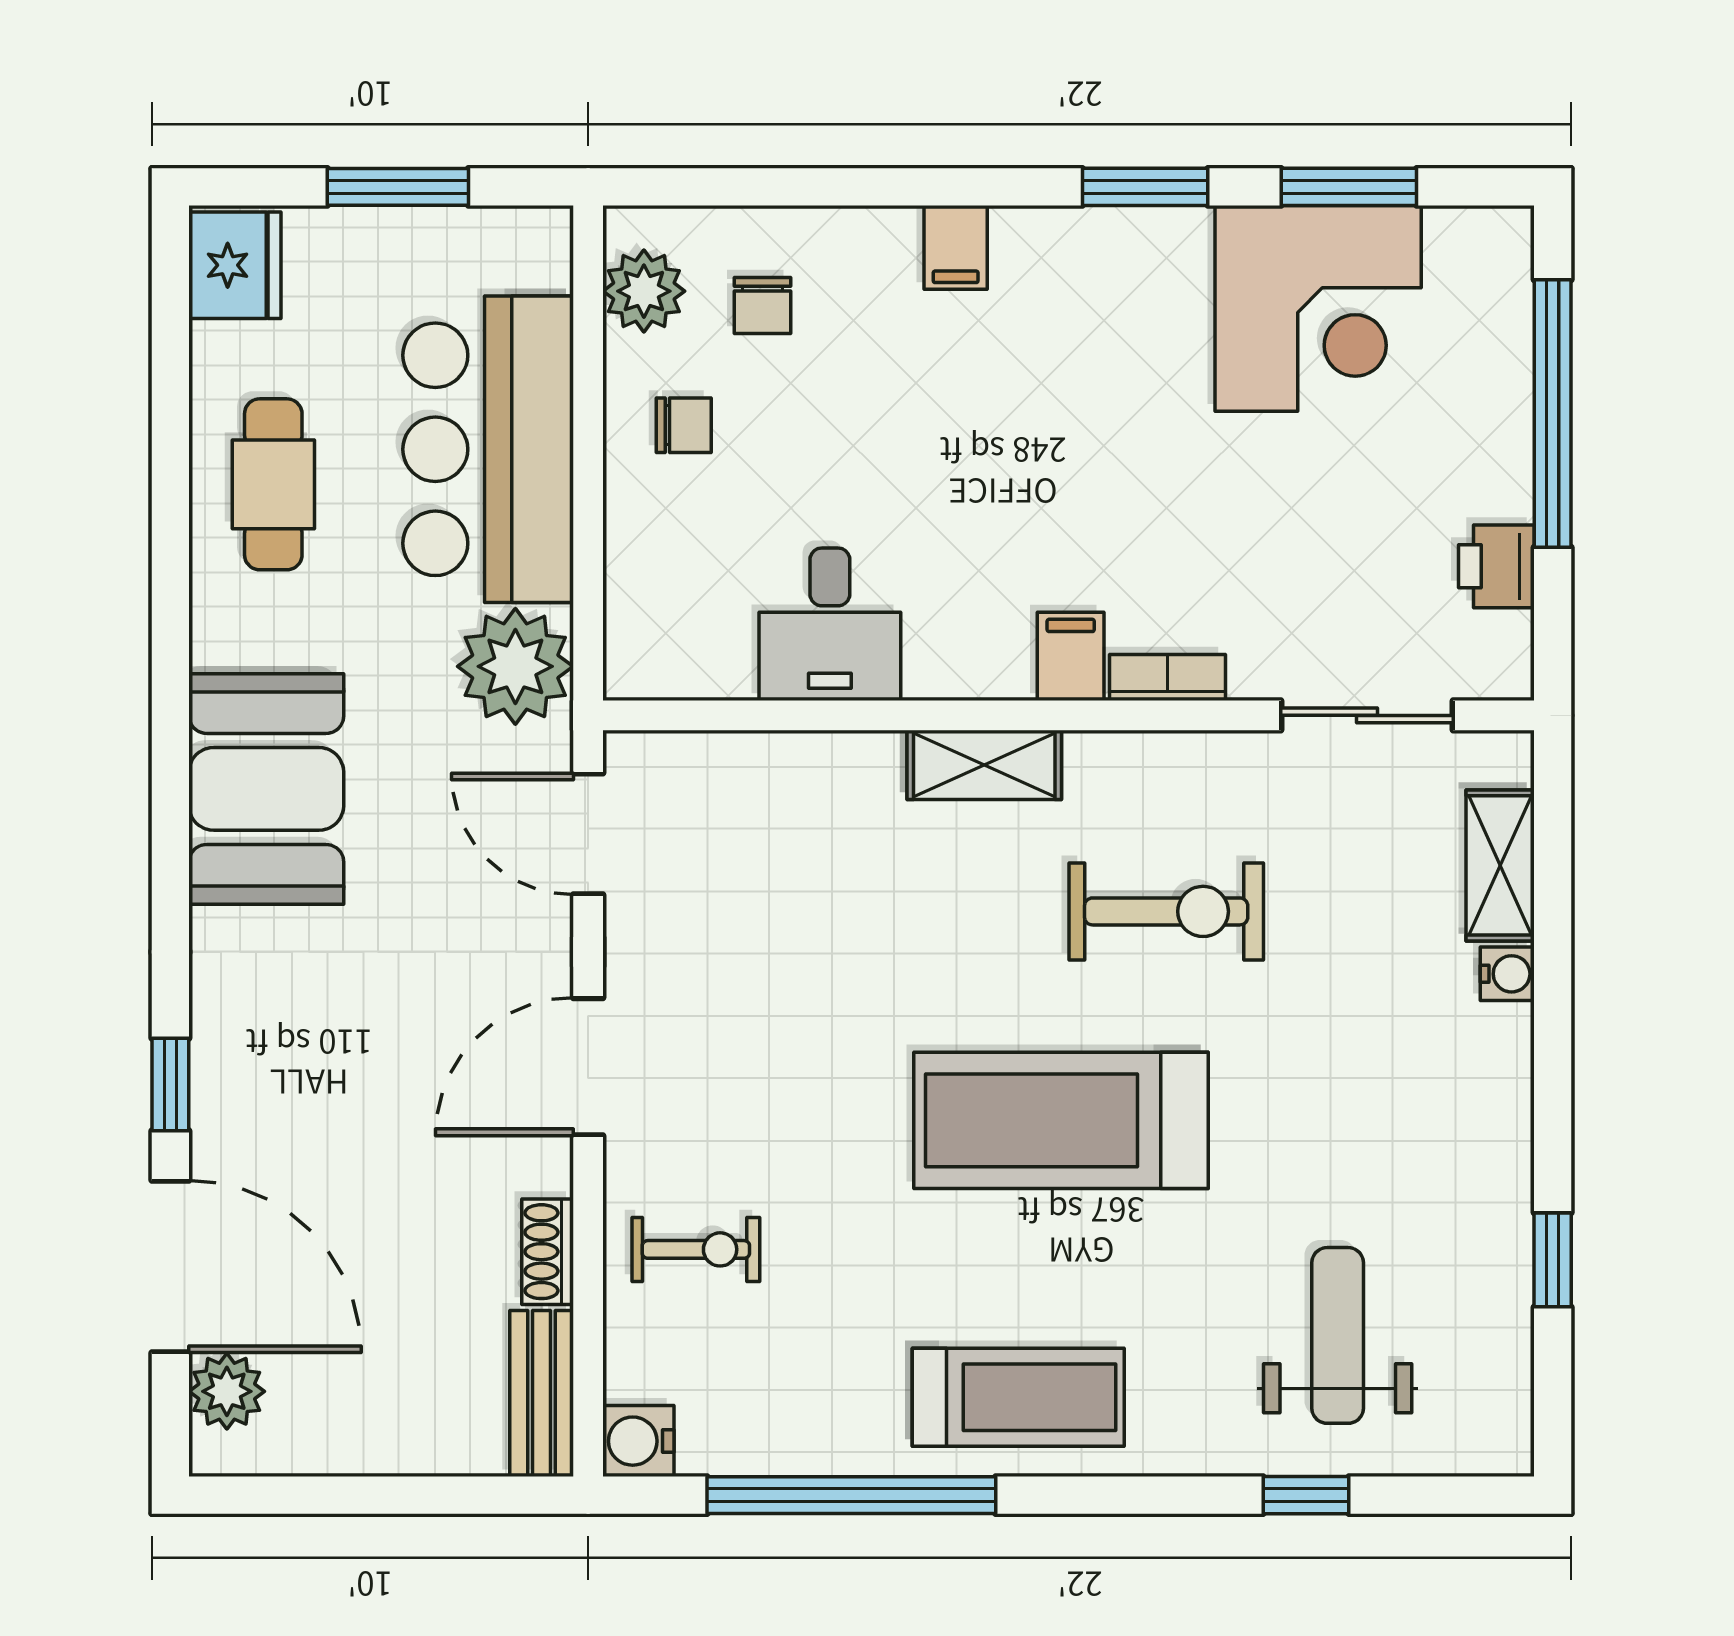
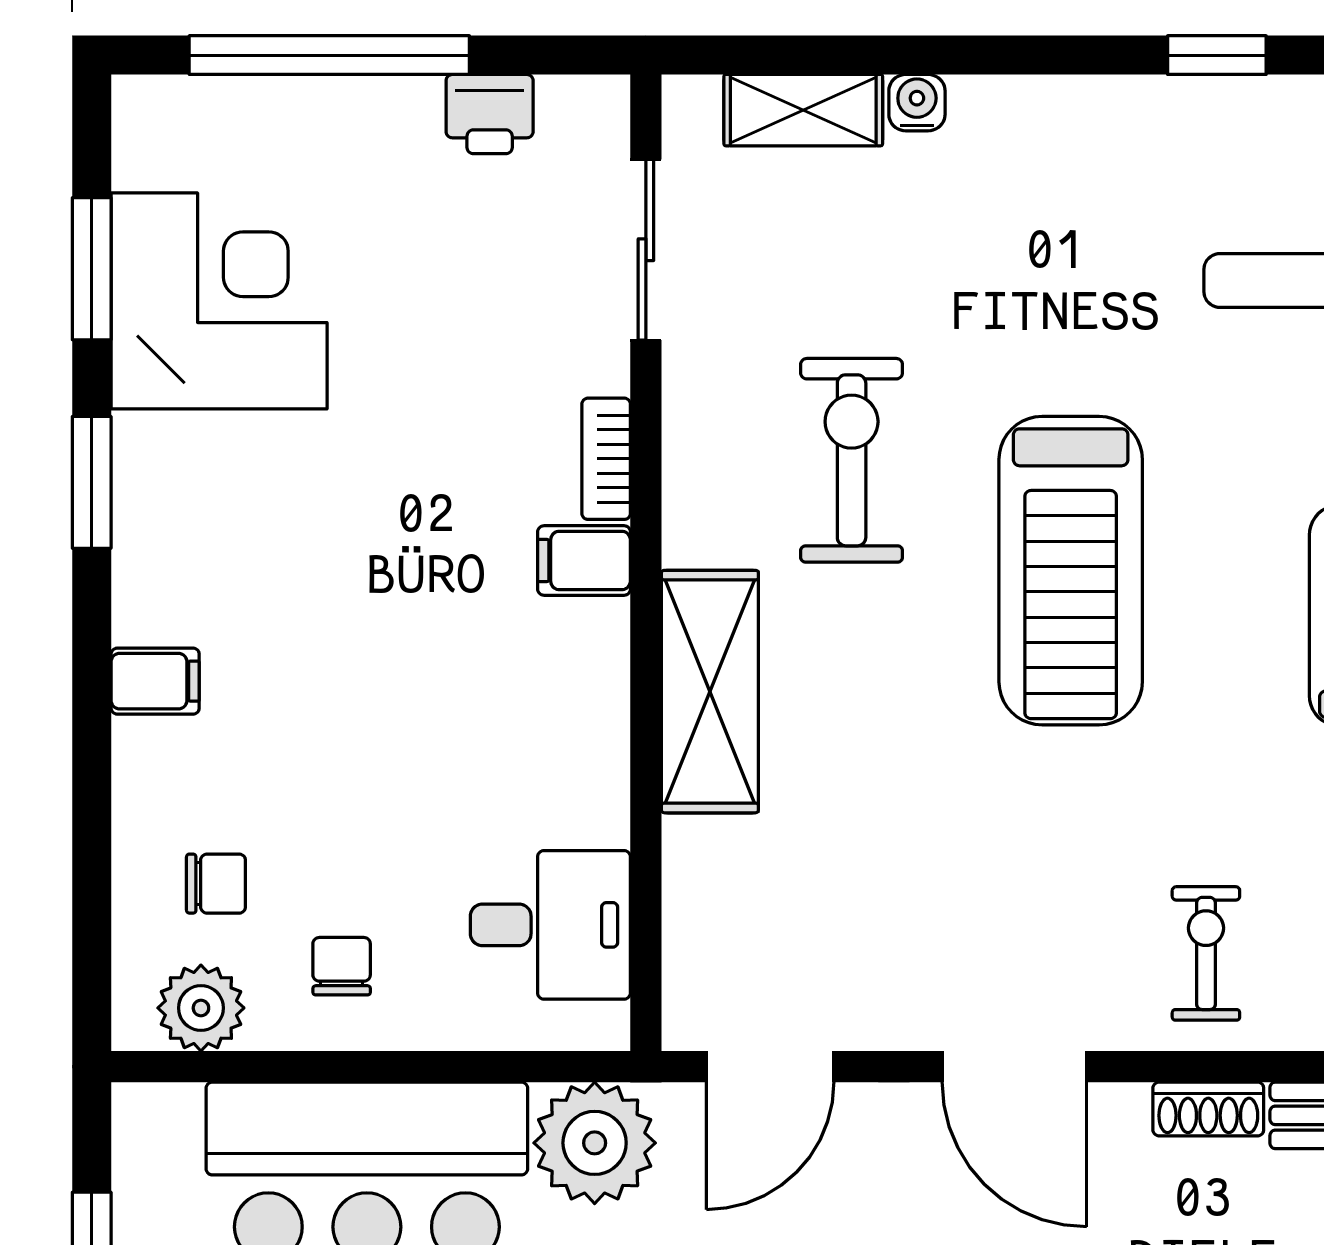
desk: (830, 624) -> (550, 925), moved
shelving: (984, 765) -> (710, 692), width x1.50, depth x1.33

